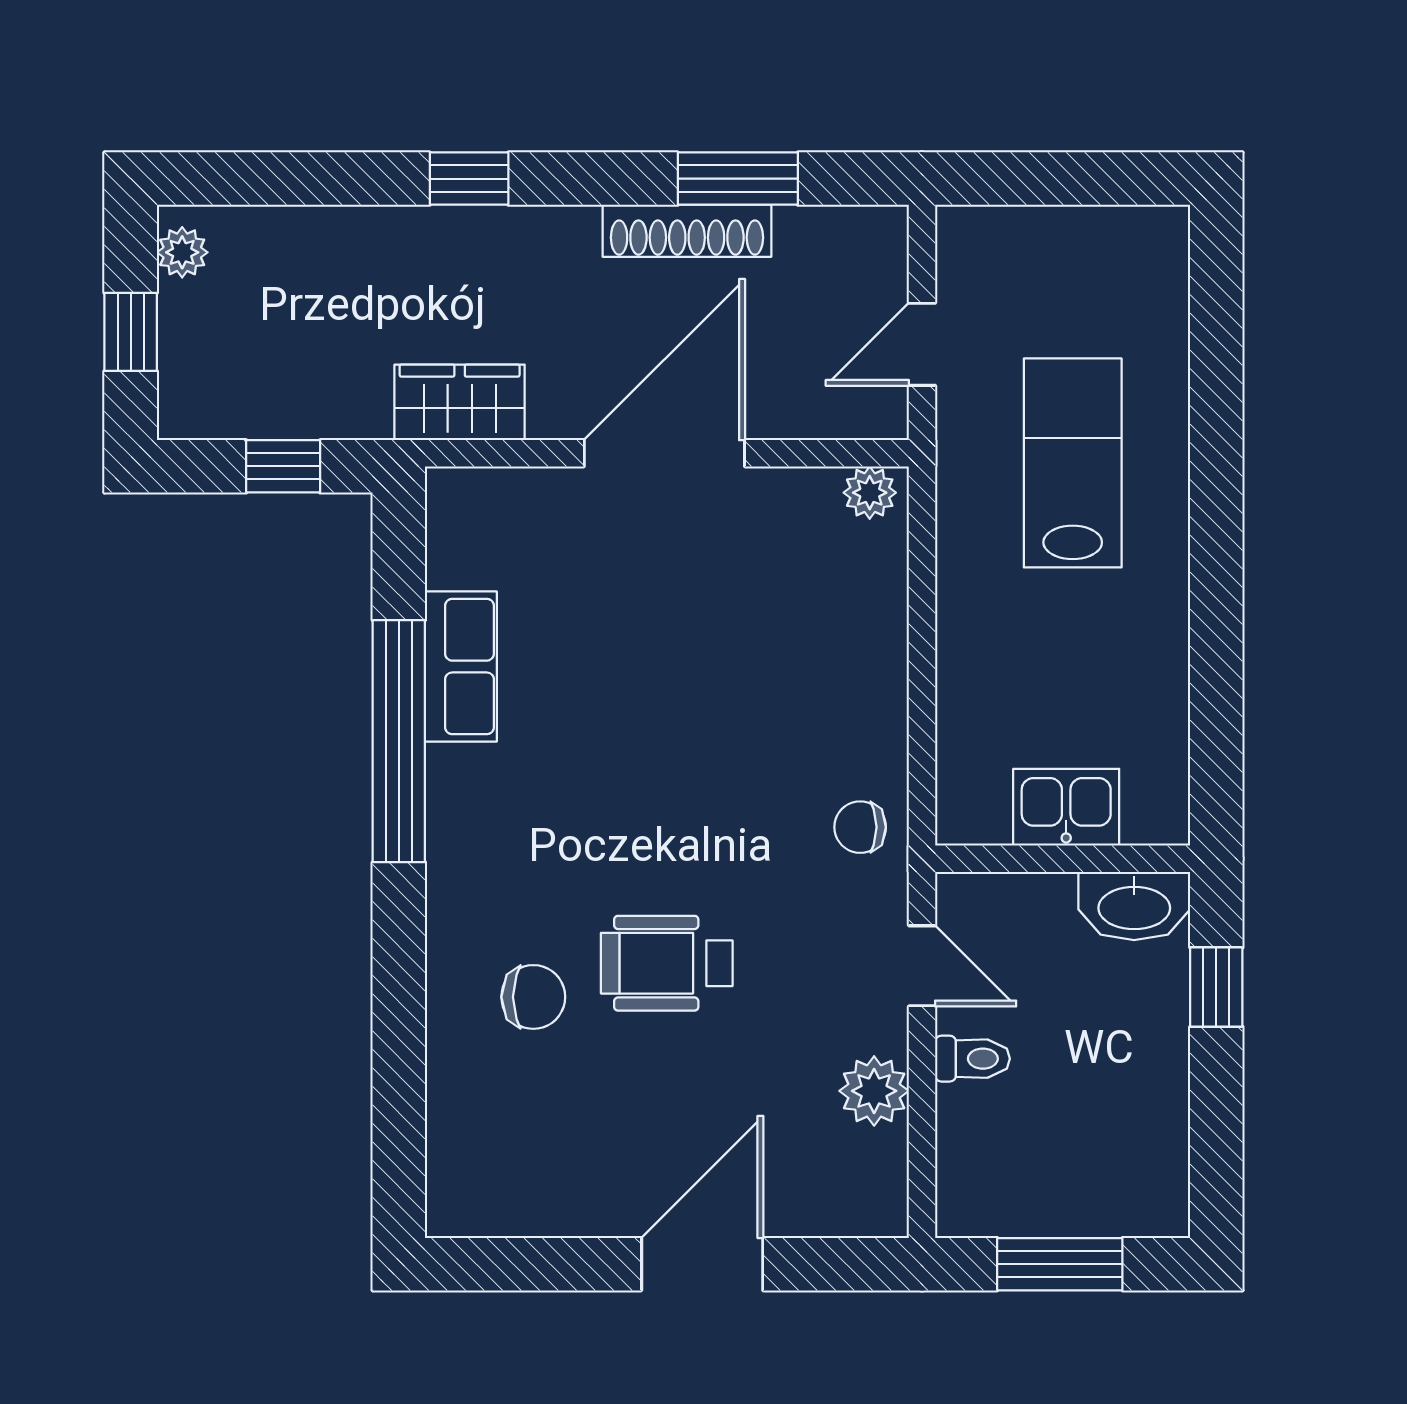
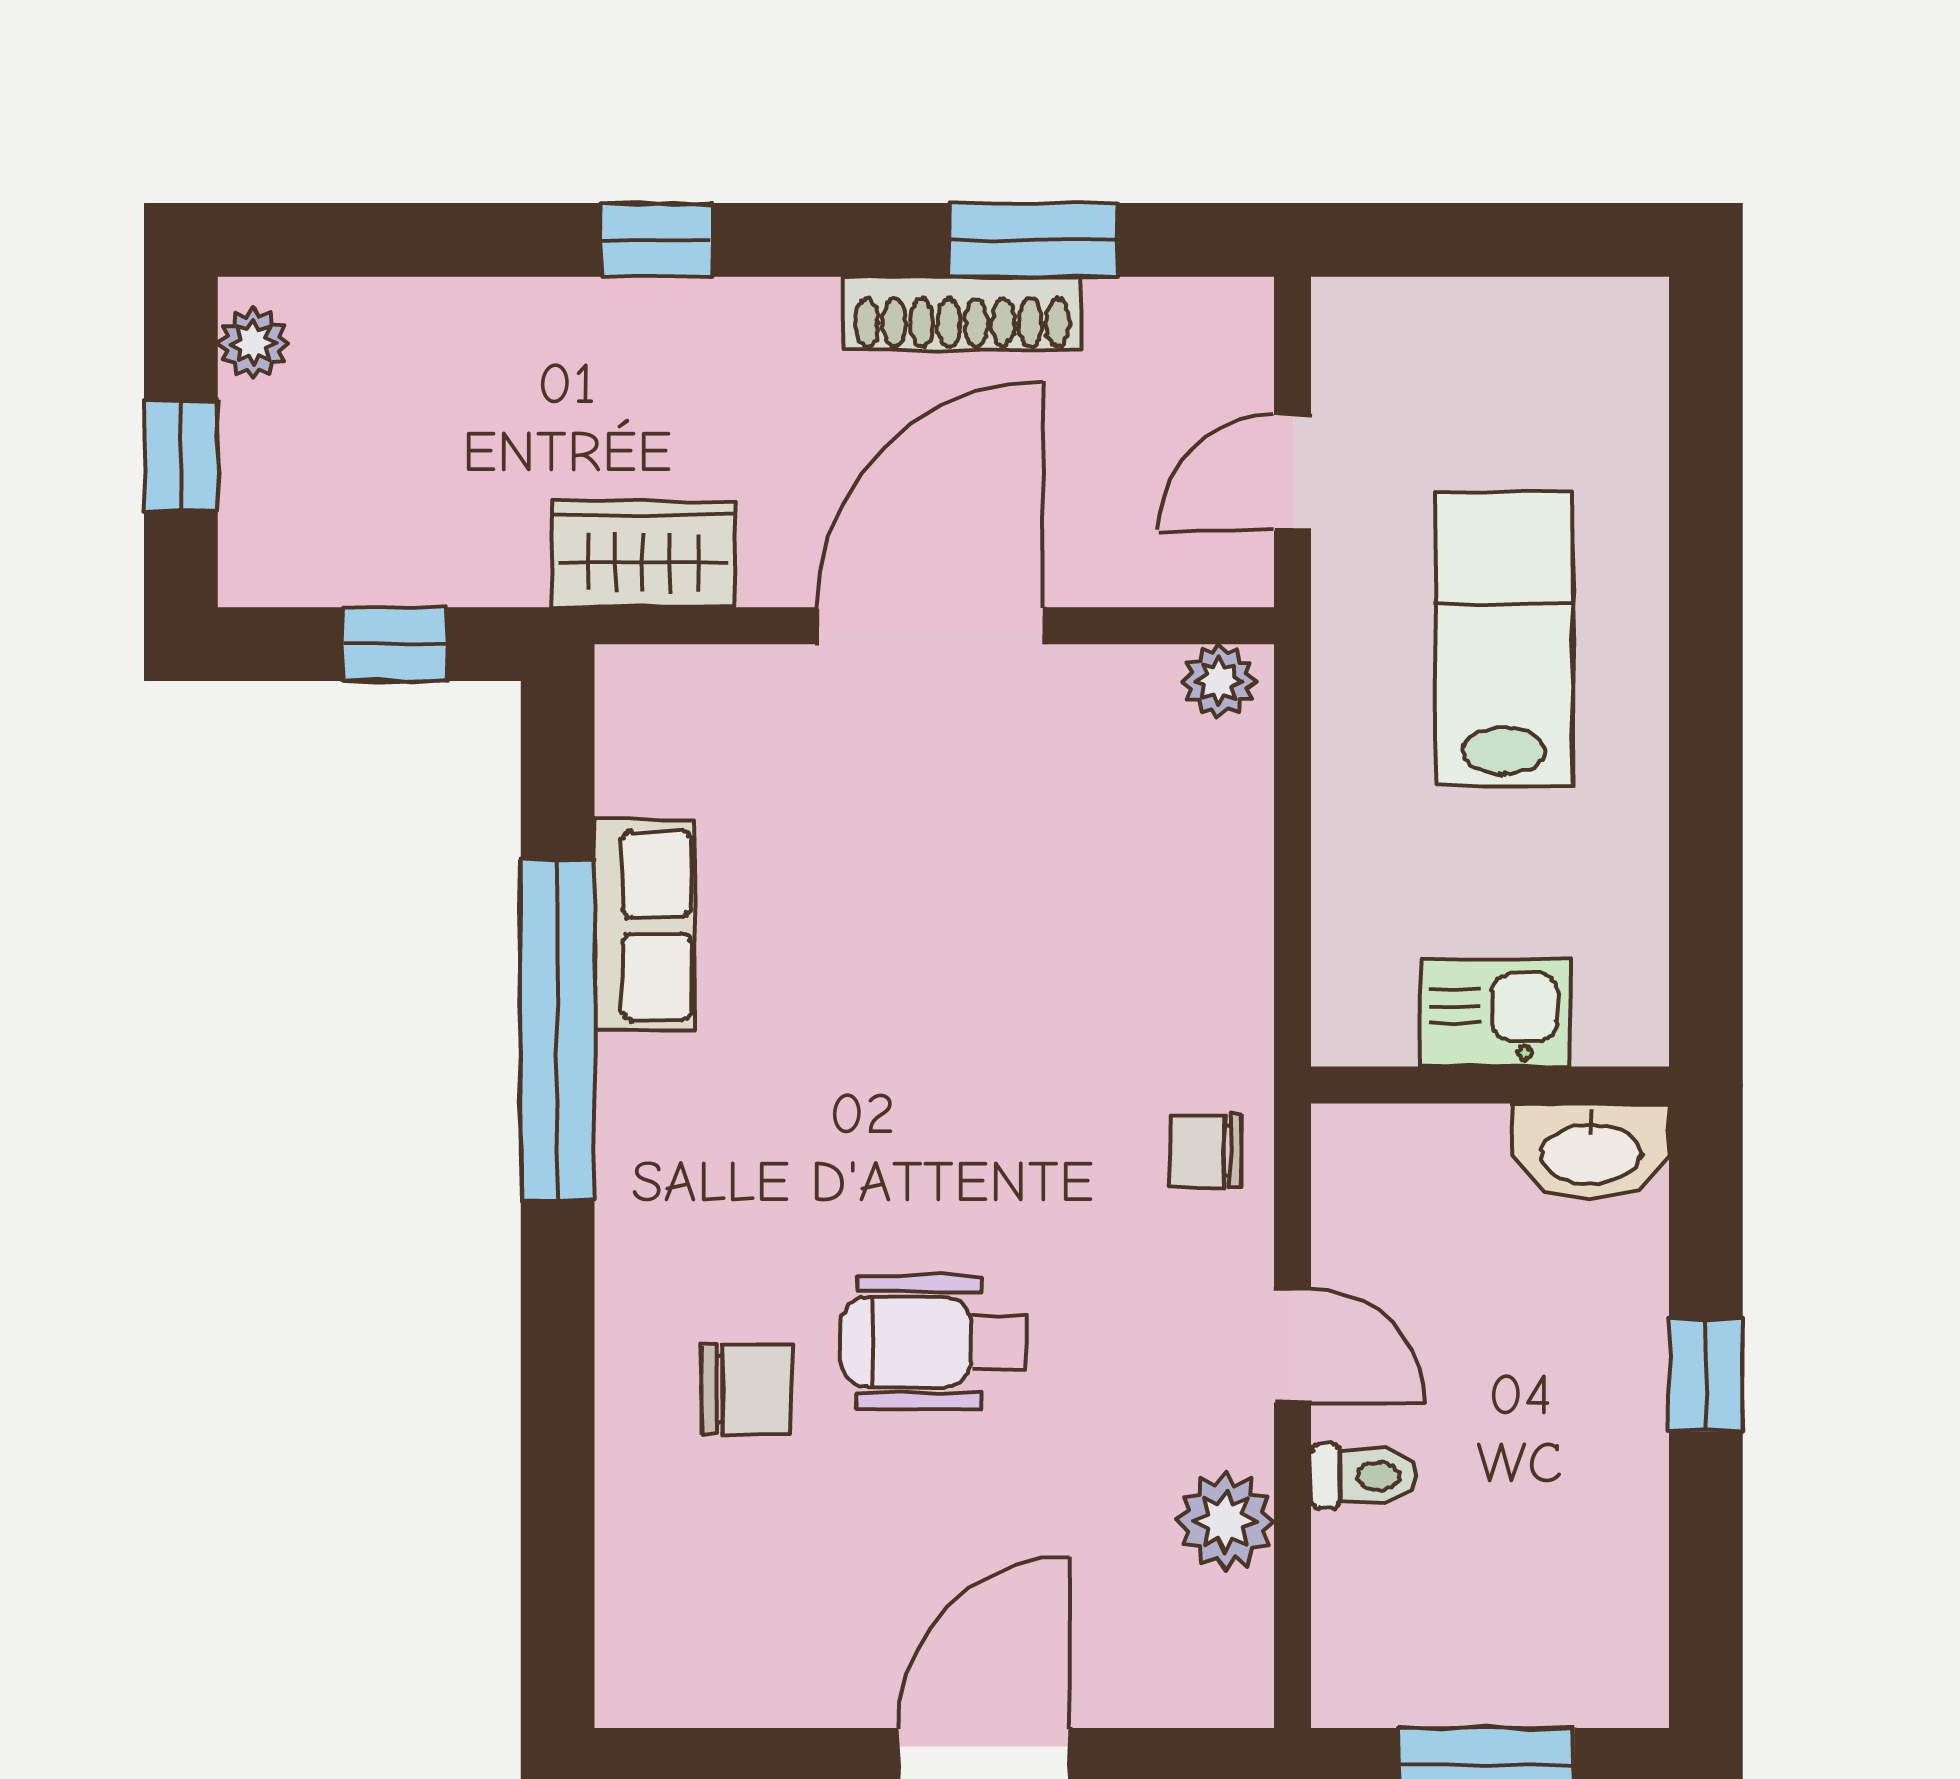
kitchen sink: (1066, 807) -> (1495, 1013), moved
wall: (1063, 859) -> (1490, 1085), moved
washbasin: (1134, 906) -> (1591, 1151), moved

